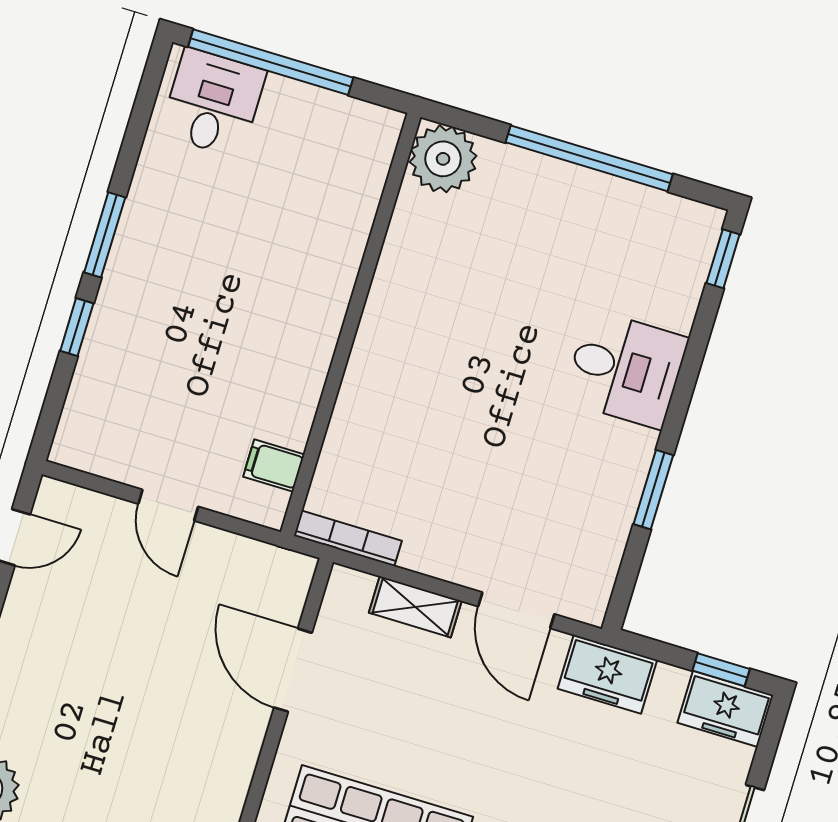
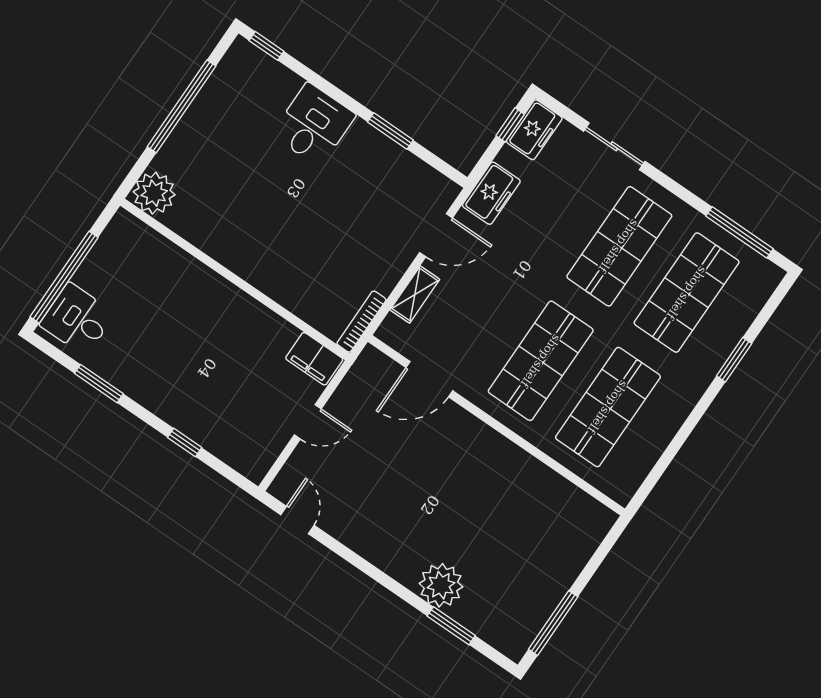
window: (105, 235) -> (99, 384), moved
filing cabinet: (274, 466) -> (314, 359), width x2.00

